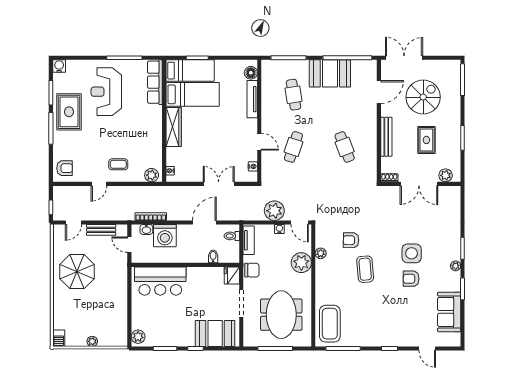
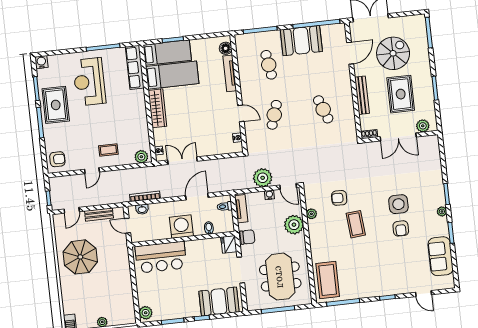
rug: (426, 140) -> (401, 94), width x1.36, depth x1.43
double door: (219, 184) -> (182, 161), moved
washing machine: (165, 236) -> (181, 227), moved, turned 180
armchair: (411, 279) -> (401, 228), turned -90

